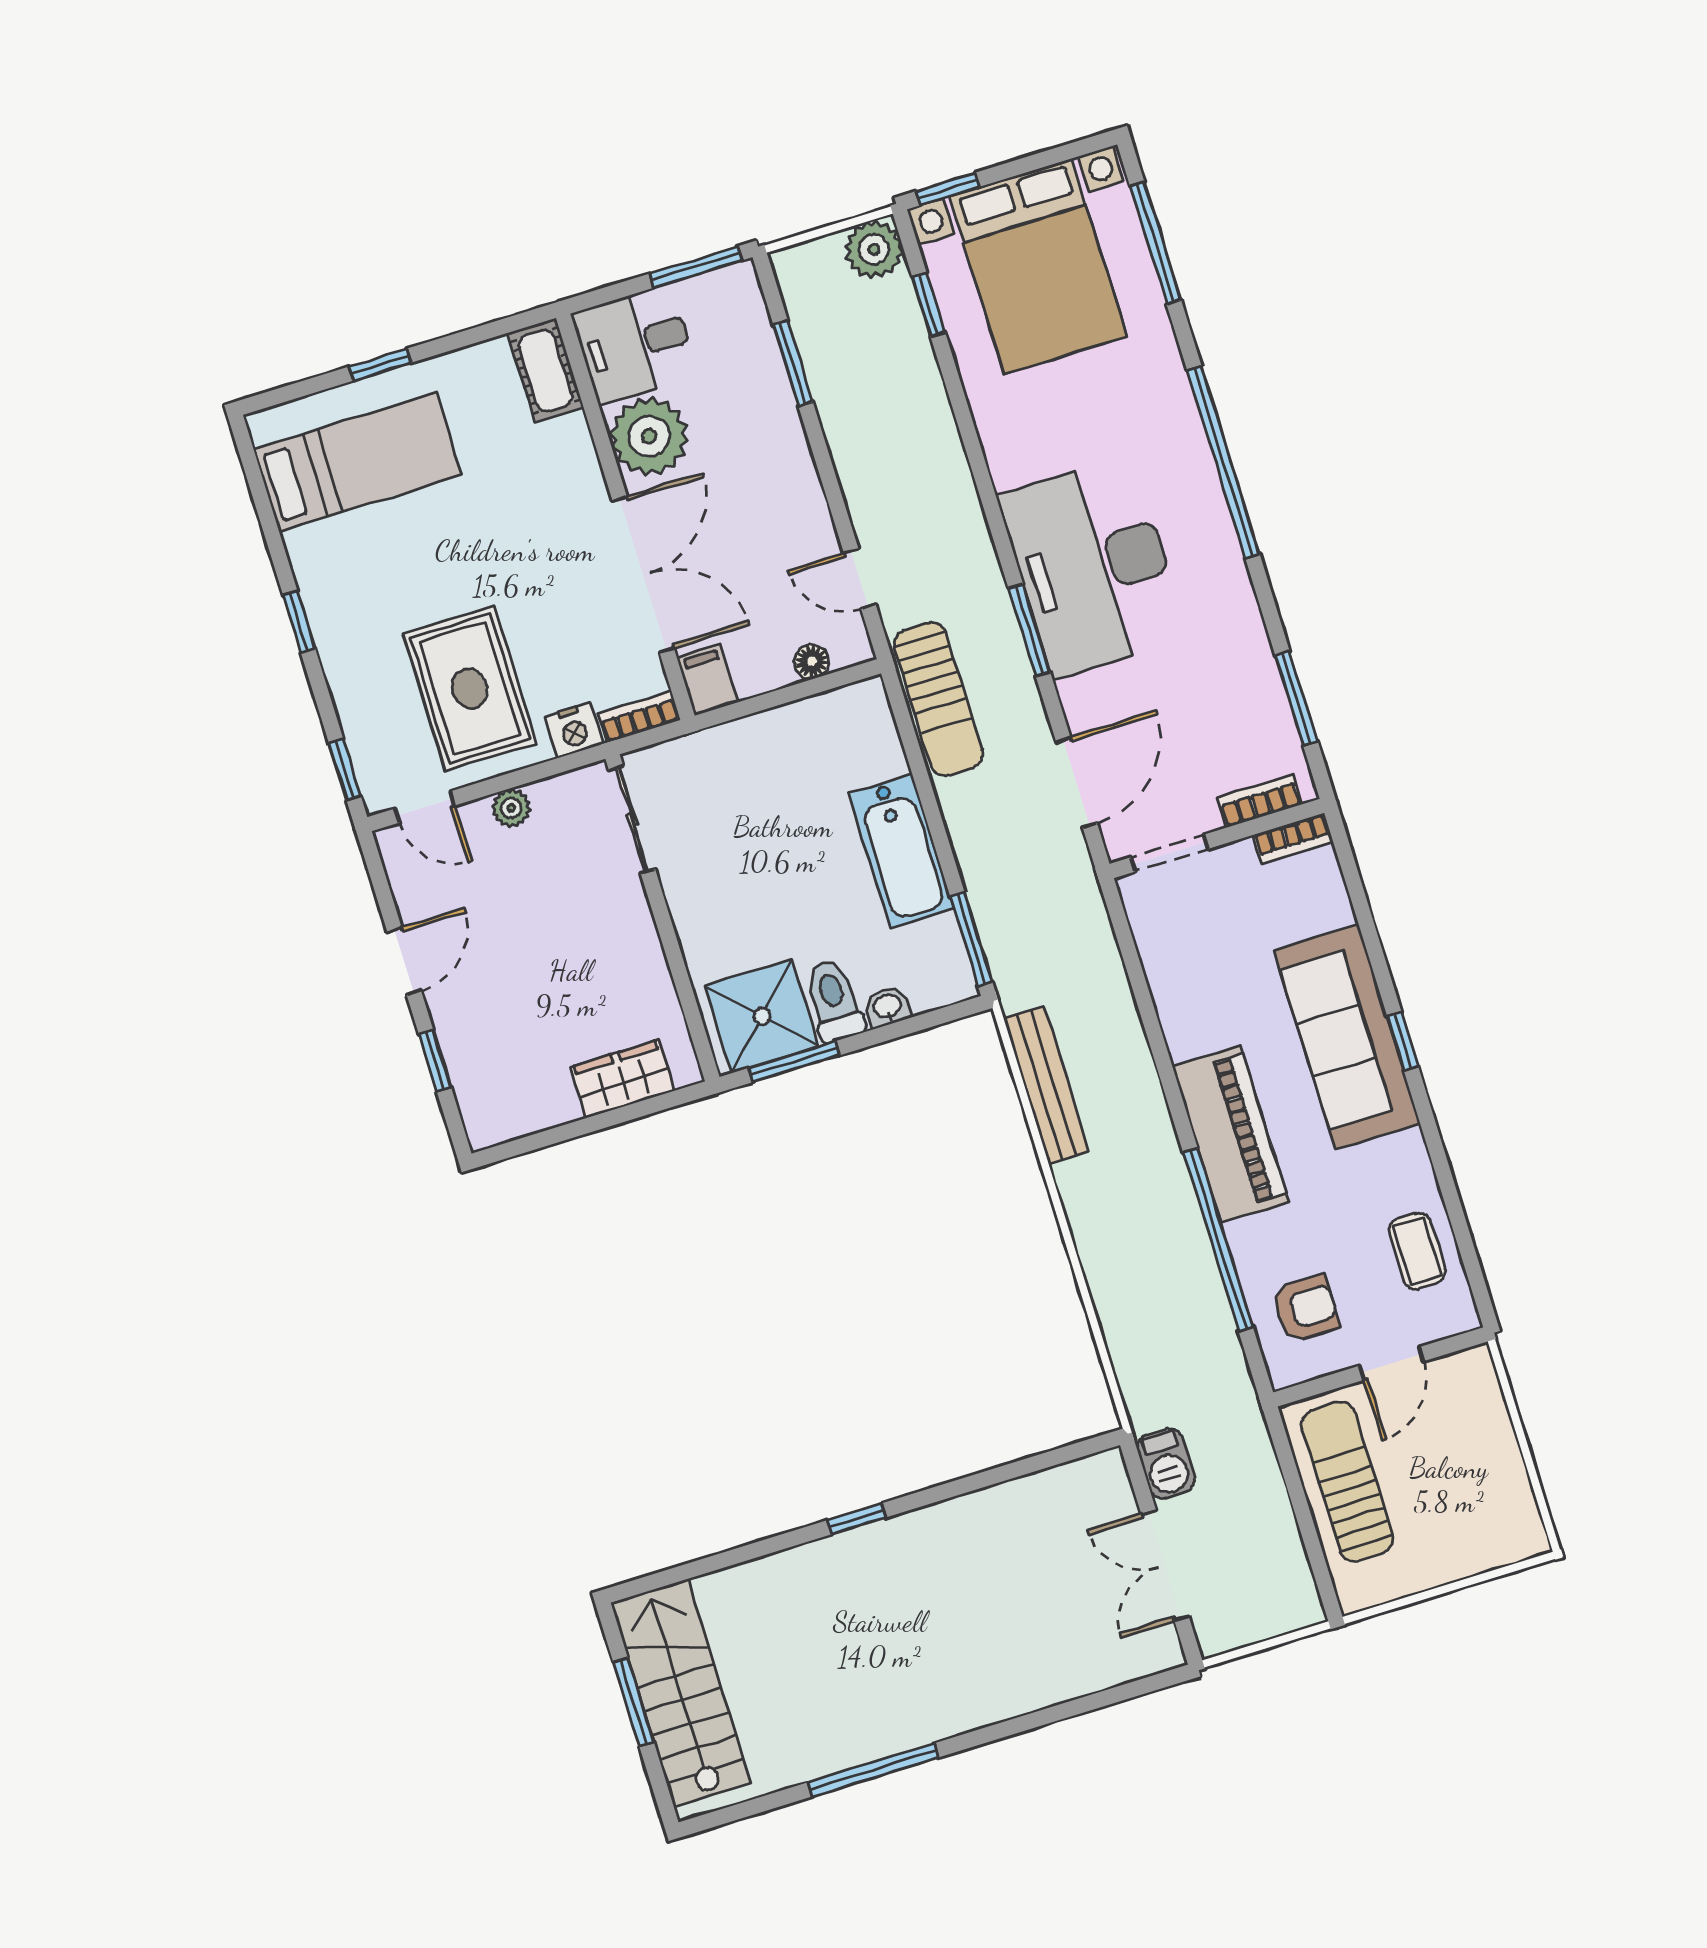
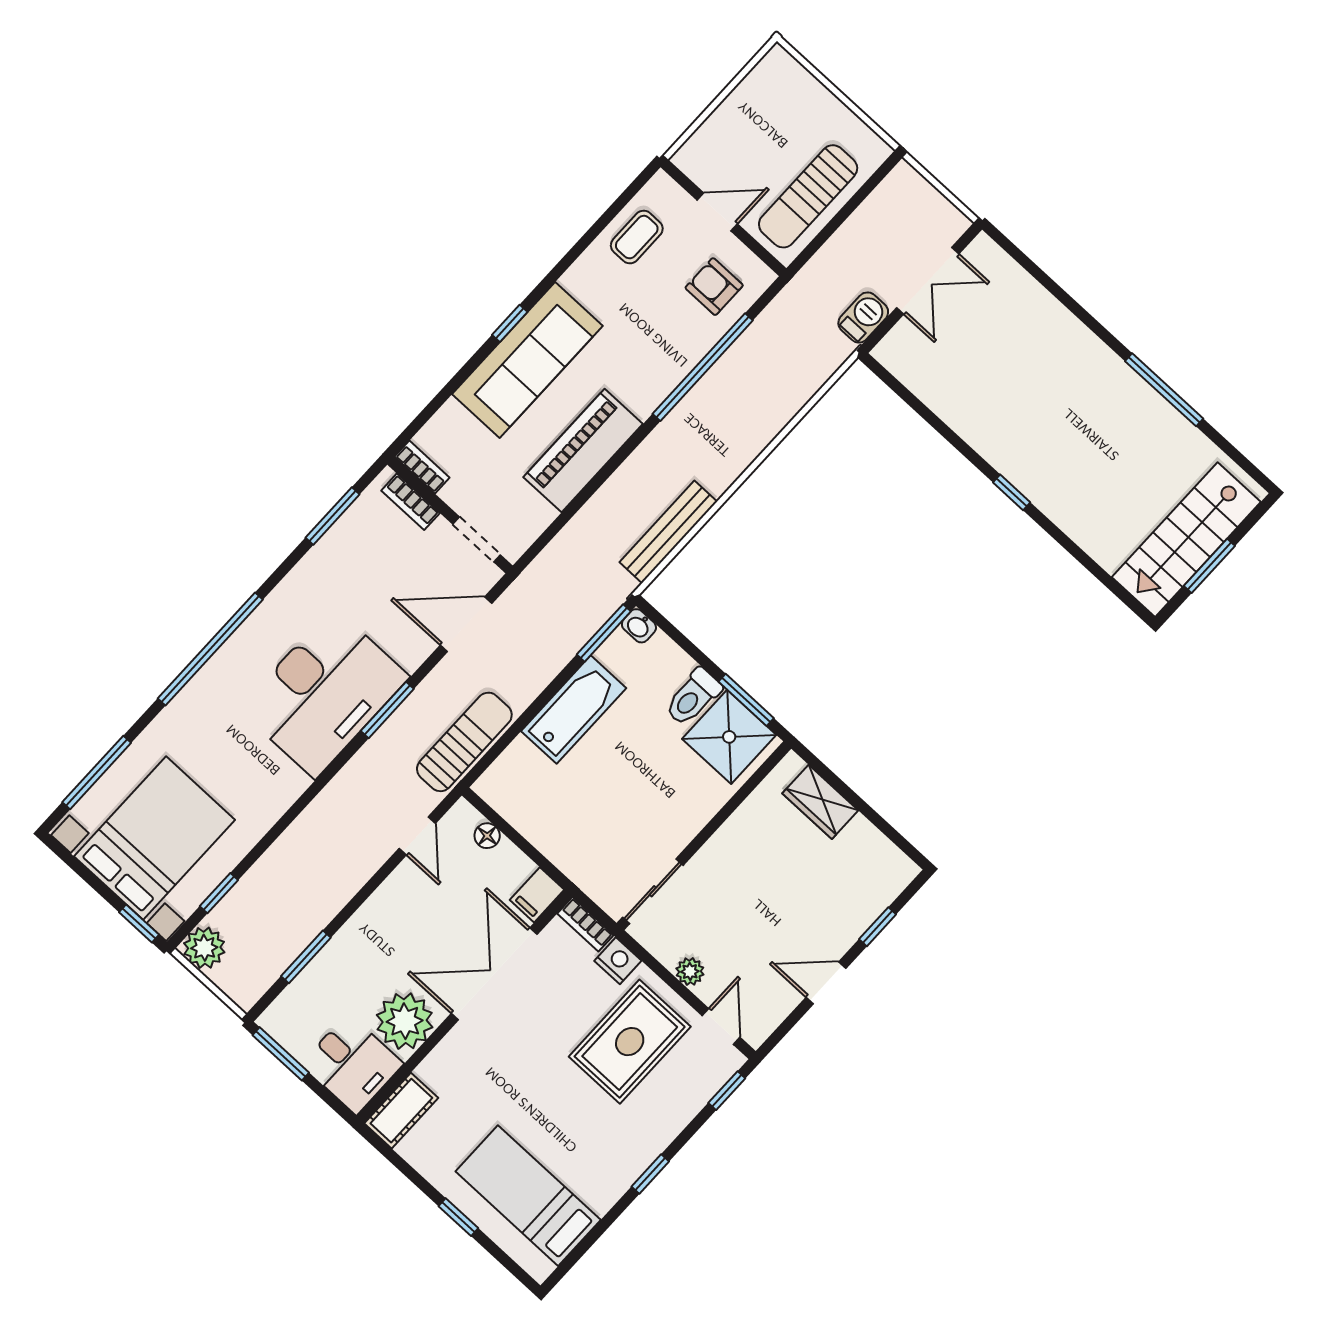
washbasin: (887, 1007) -> (639, 626), moved
piano: (1230, 1134) -> (583, 451), moved

